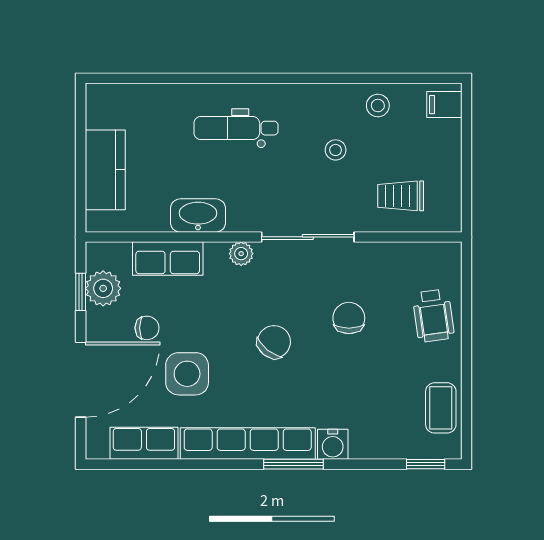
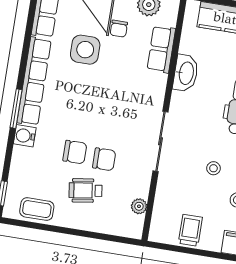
trolley: (401, 196) -> (190, 230), moved
plant: (241, 254) -> (139, 206), moved
wheelchair: (433, 316) -> (85, 191), moved
chair: (274, 342) -> (75, 152), moved, turned -39

